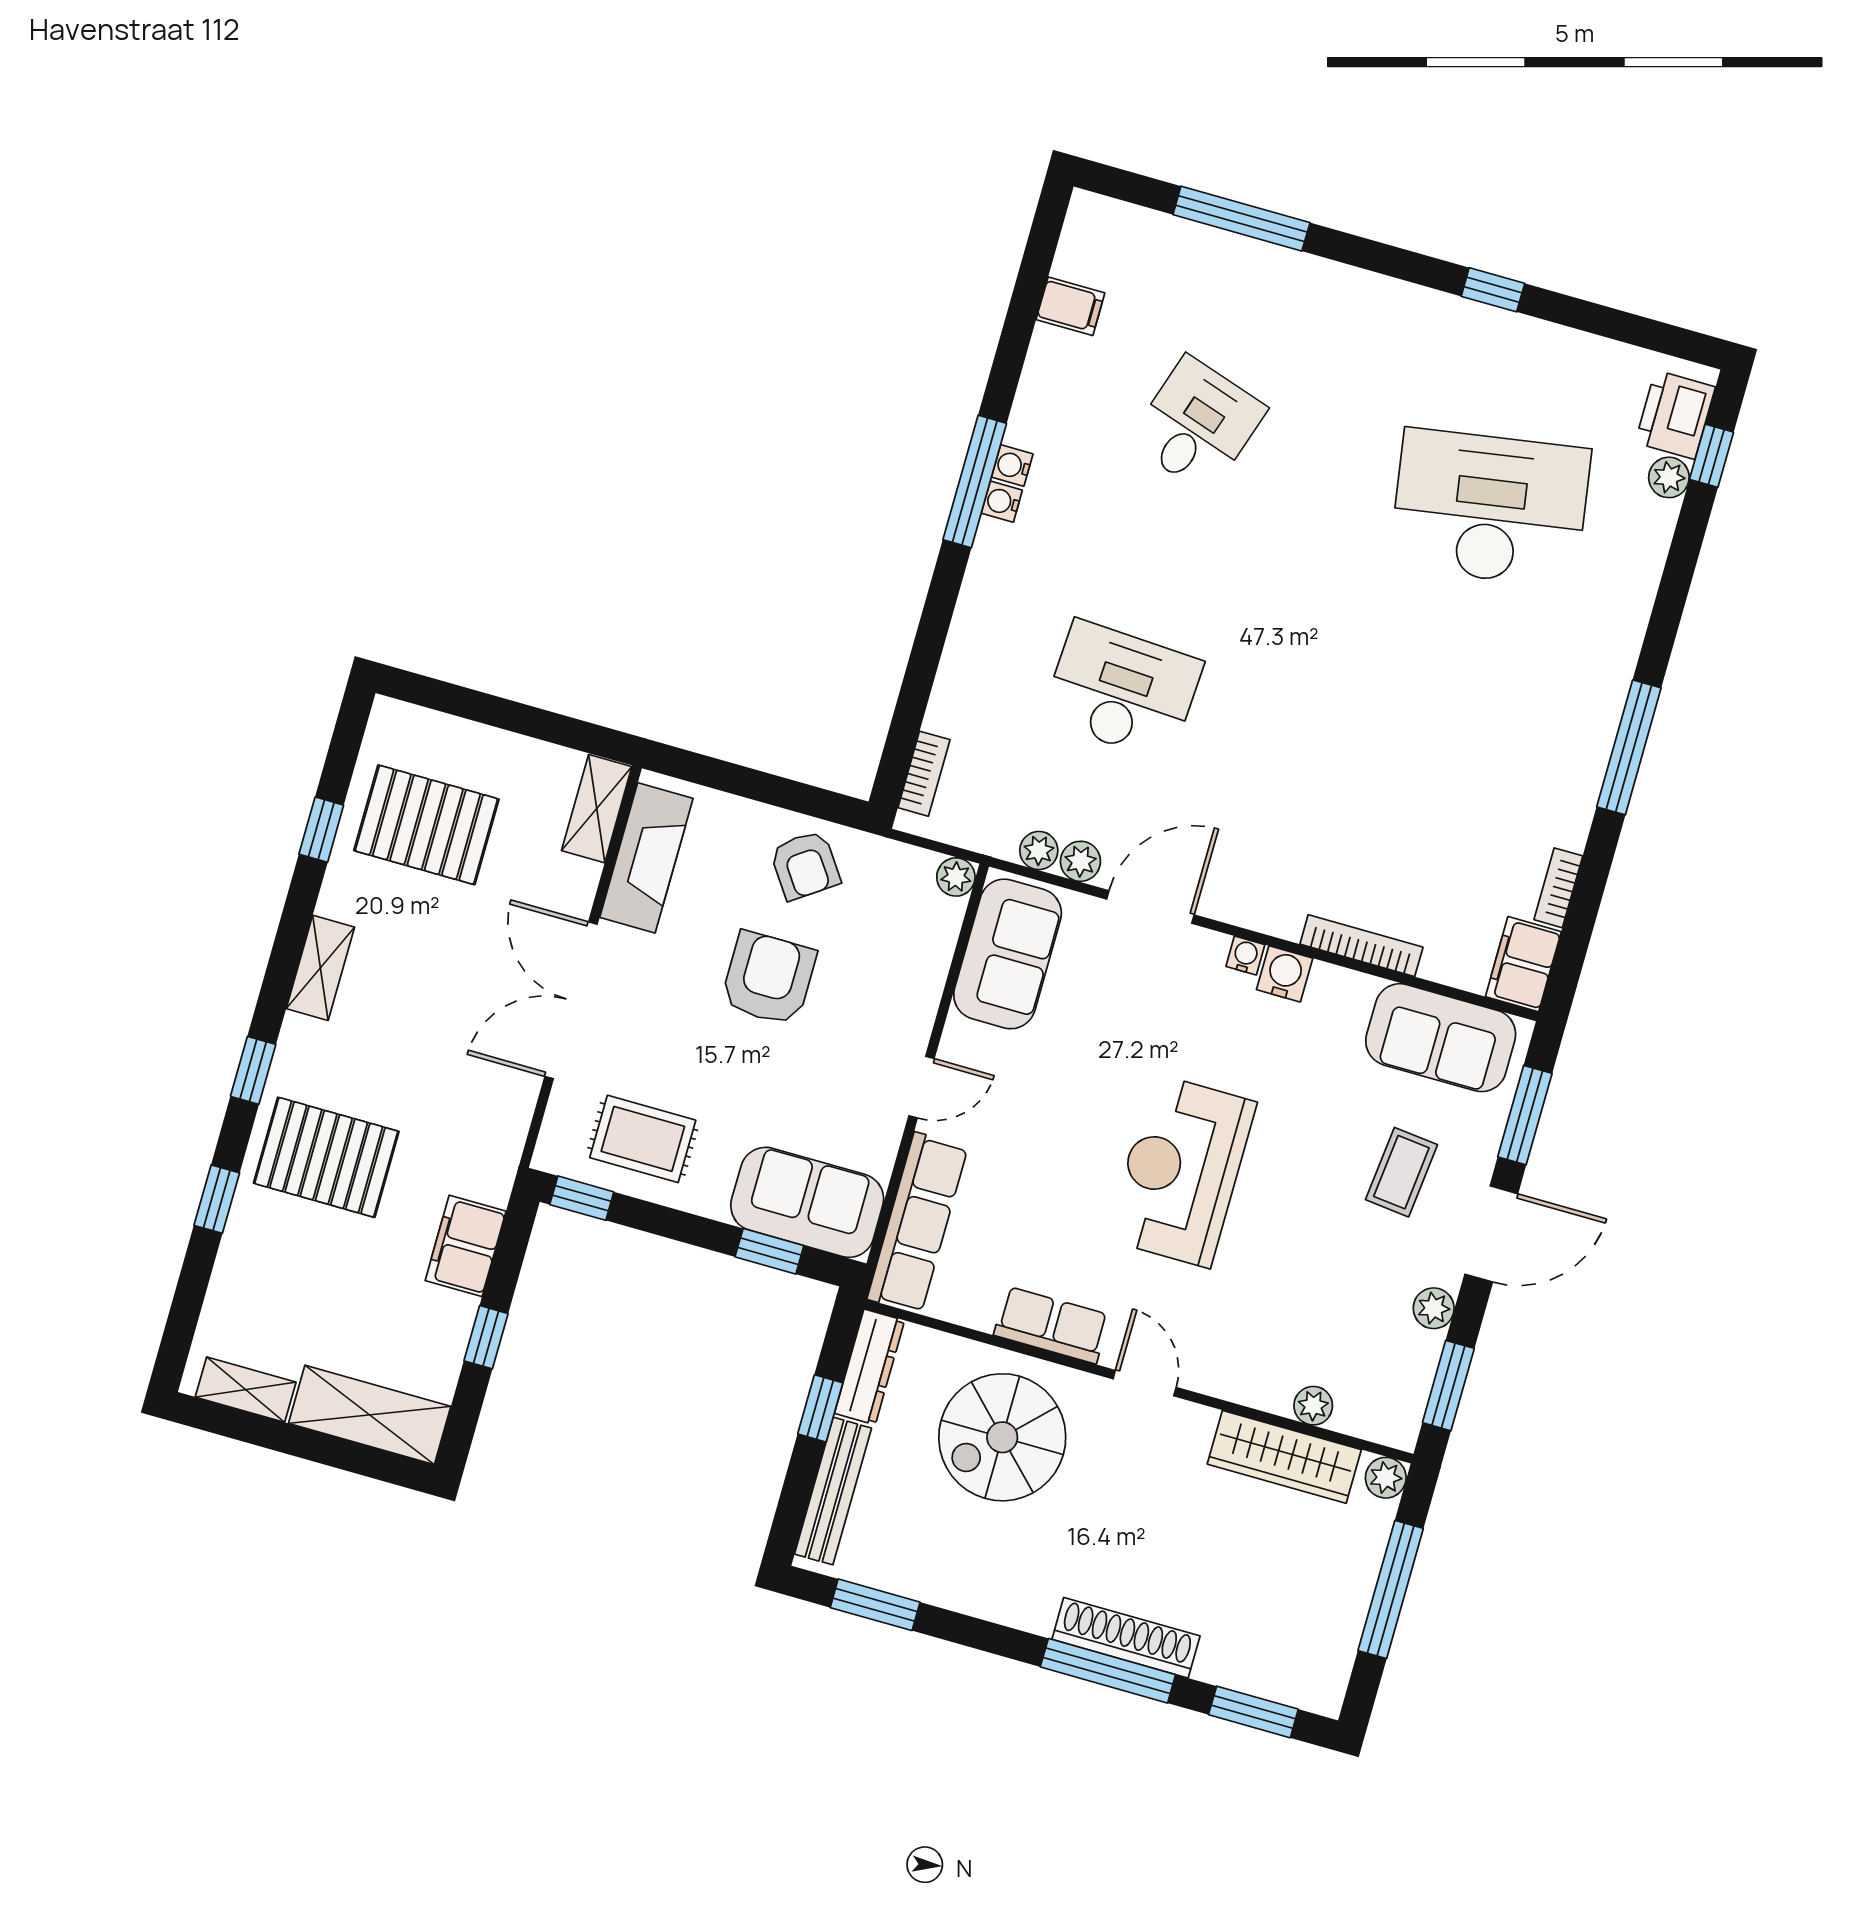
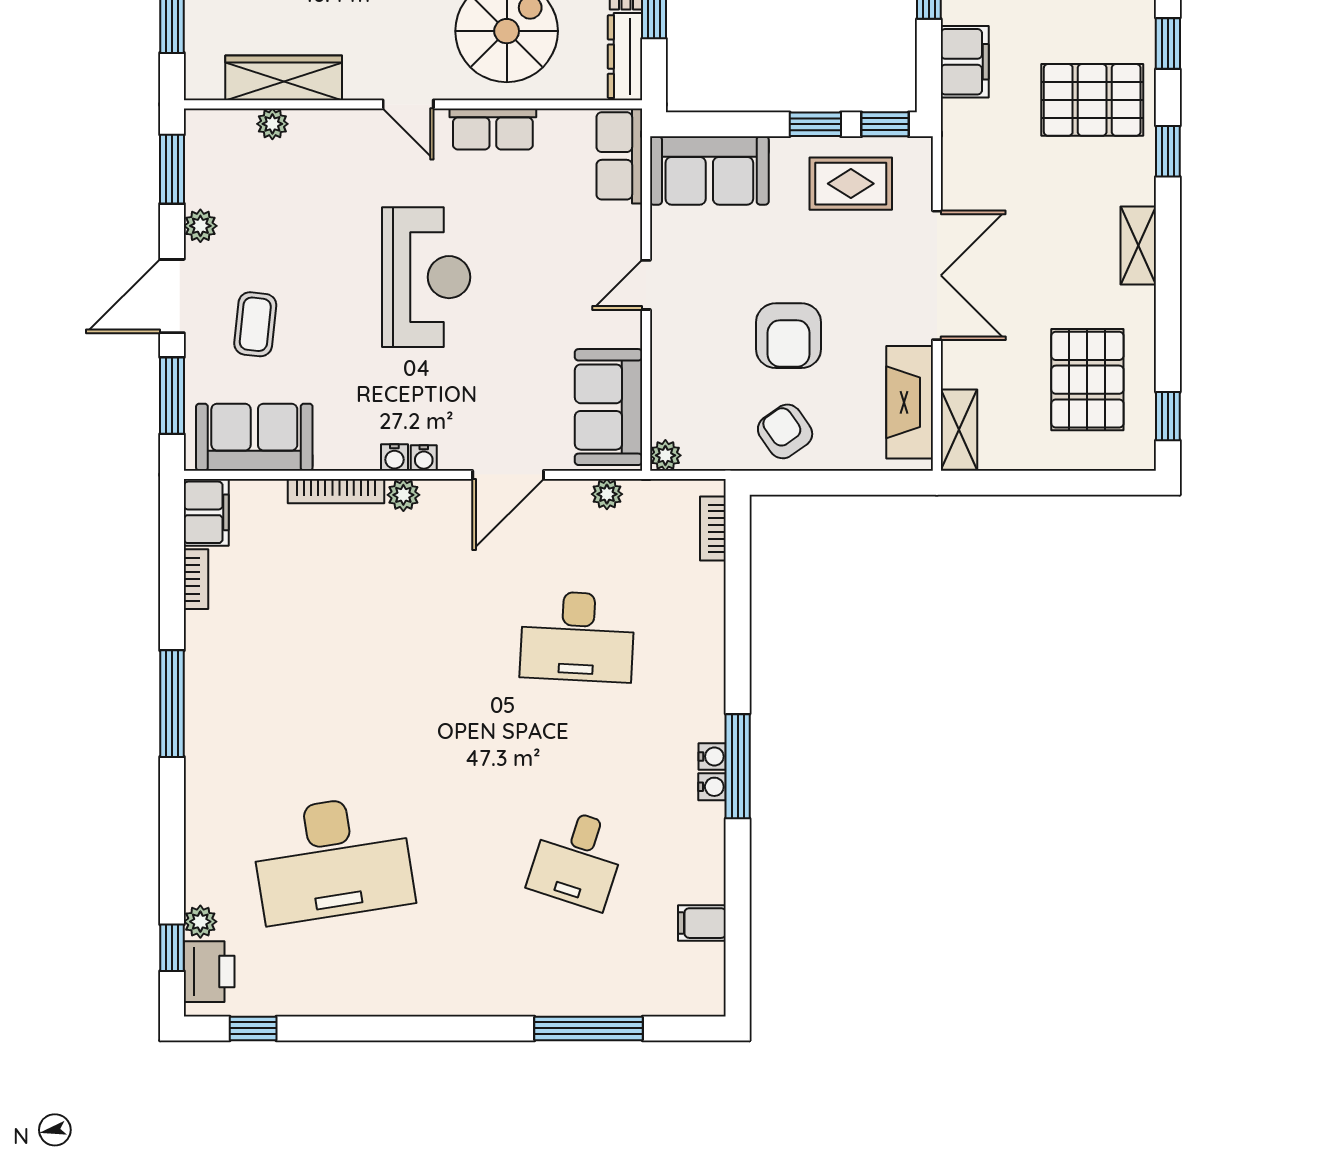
window: (1493, 290) -> (253, 1028), moved
pallet: (426, 825) -> (1087, 380), turned 90
window: (321, 830) -> (1168, 416), moved
plant: (1080, 861) -> (403, 495), moved
water cooler: (1285, 974) -> (394, 457), width x0.72, depth x0.72
row of seats: (918, 1223) -> (619, 156), width x0.68
window: (769, 1251) -> (815, 124), moved
plant: (1386, 1478) -> (200, 84), removed

